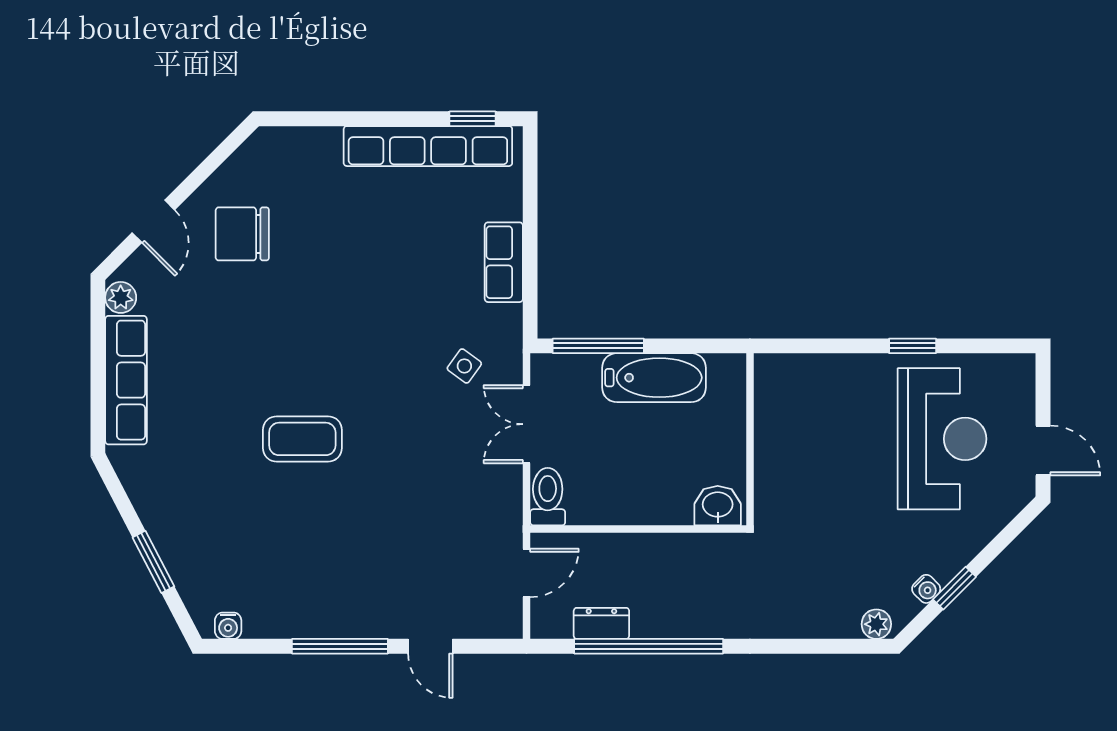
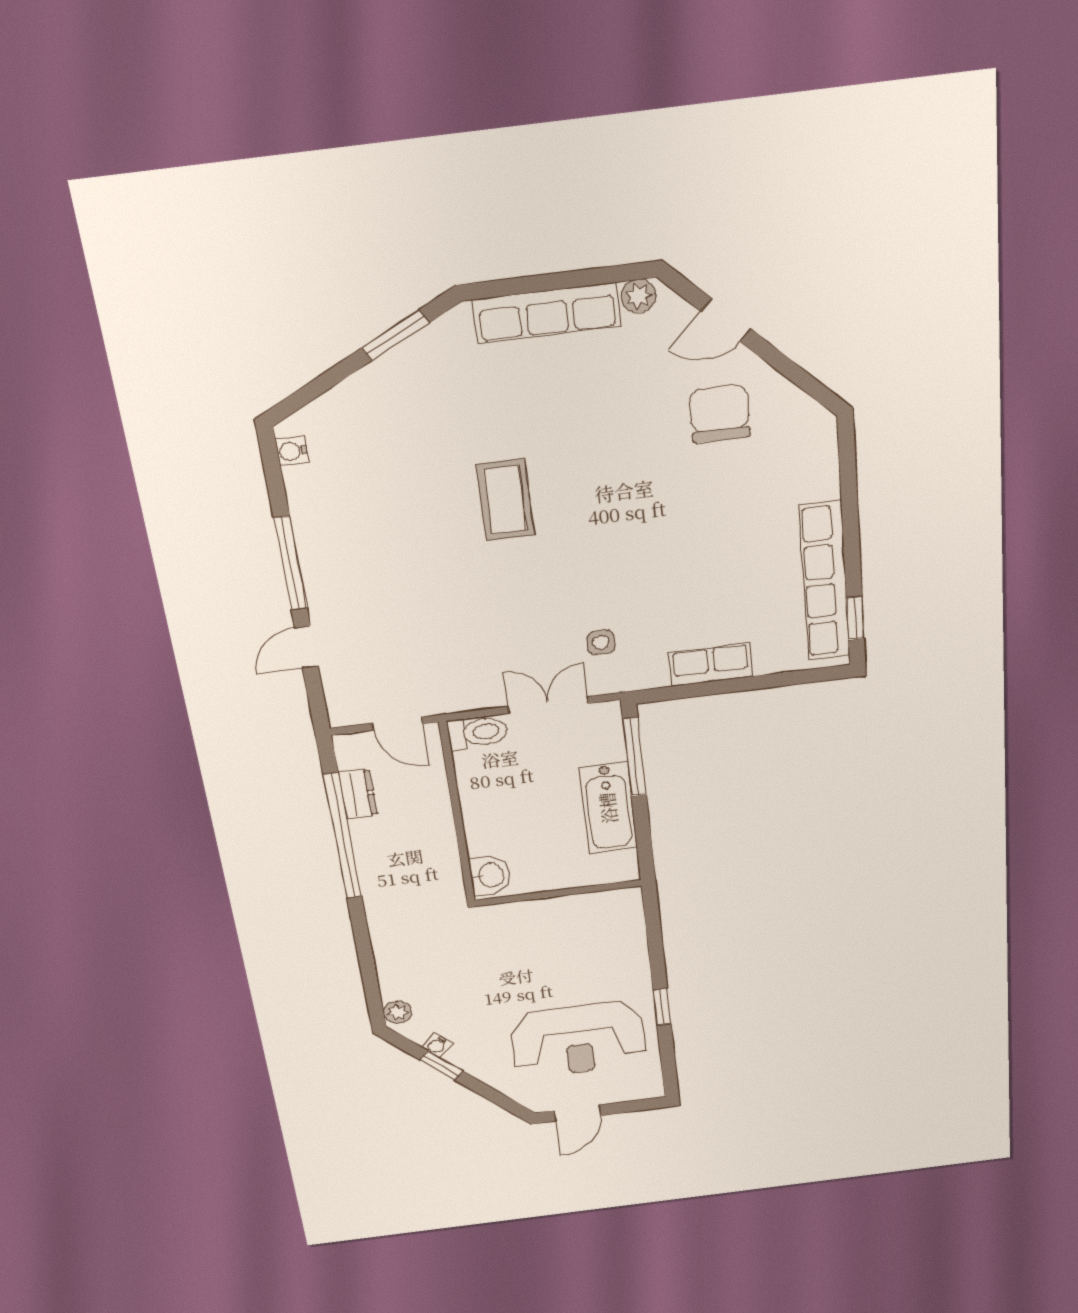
side table: (464, 366) -> (601, 642), turned -36
window: (153, 562) -> (395, 335), moved

